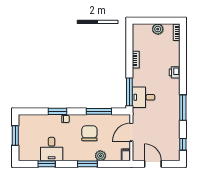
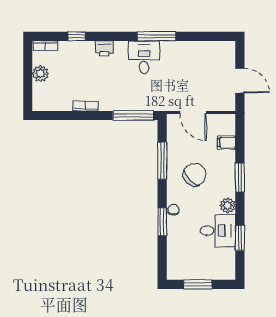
desk: (144, 97) -> (144, 57), moved, turned 180
chair: (89, 133) -> (195, 175), turned 134
window: (183, 144) -> (77, 36), moved
filing cabinet: (126, 155) -> (226, 143), moved
plant: (100, 156) -> (228, 205), moved
door: (153, 164) -> (240, 81), swing flipped

